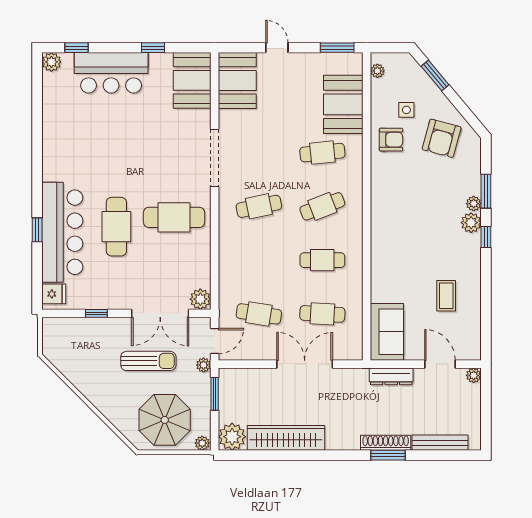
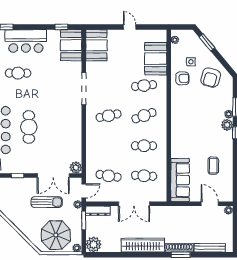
window: (153, 48) -> (61, 27), moved
door: (277, 48) -> (130, 27), moved
window: (337, 48) -> (152, 27), removed
cafe table: (174, 217) -> (18, 73), moved, width x0.73, depth x0.74
sofa: (387, 332) -> (180, 180), width x1.36
double door: (305, 364) -> (134, 204), swing flipped
dresser: (391, 376) -> (98, 211), moved
wardrobe: (286, 438) -> (143, 245), moved

